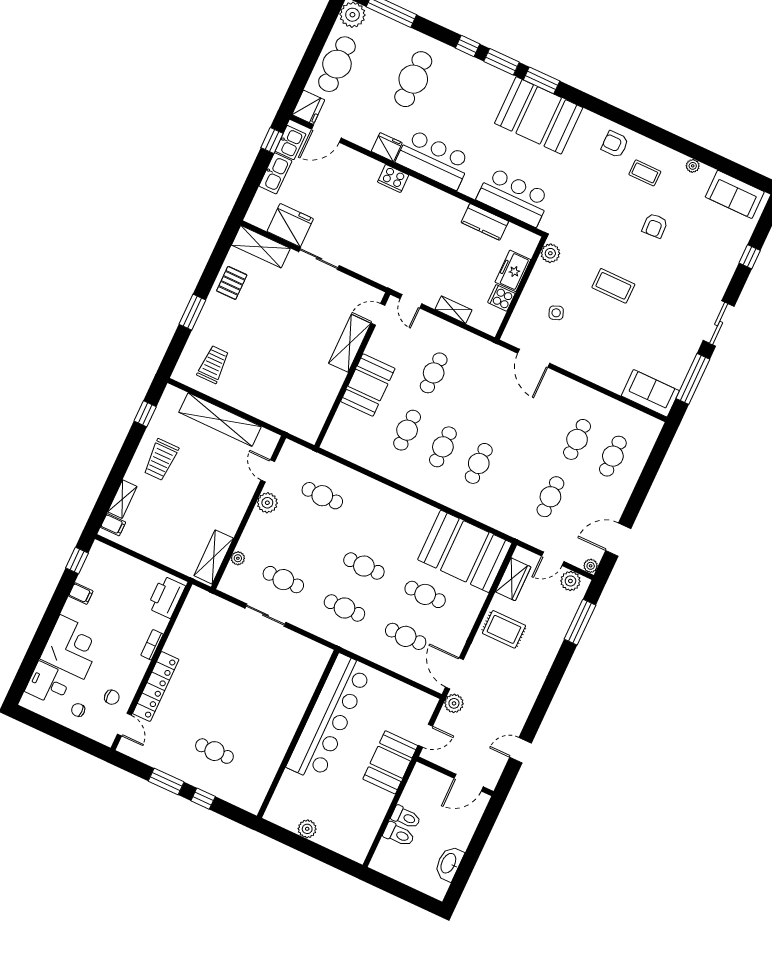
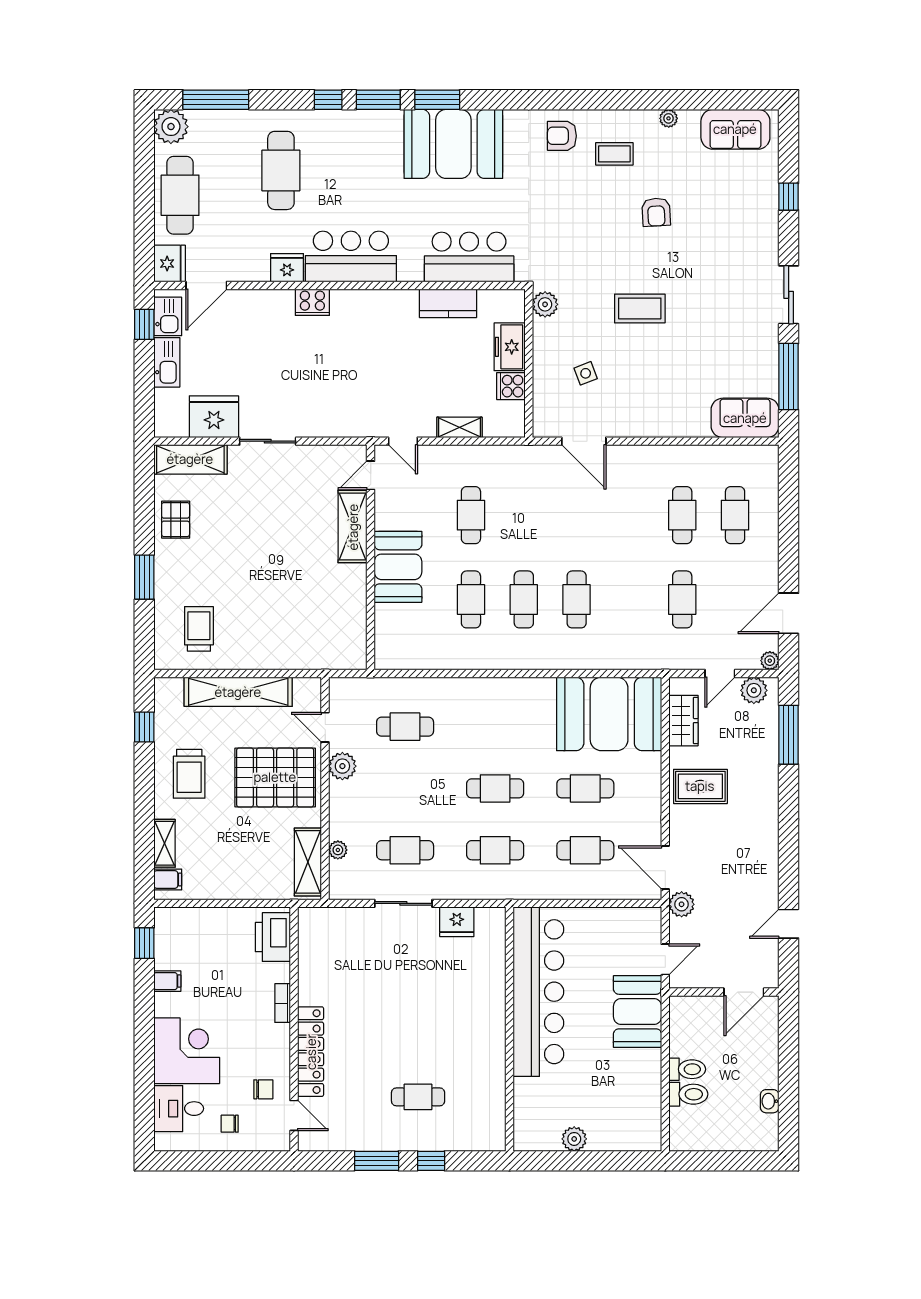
pallet: (218, 489) -> (275, 777), added
fridge: (296, 644) -> (457, 922), added
washbasin: (449, 863) -> (770, 1101), width x0.52, depth x0.69

